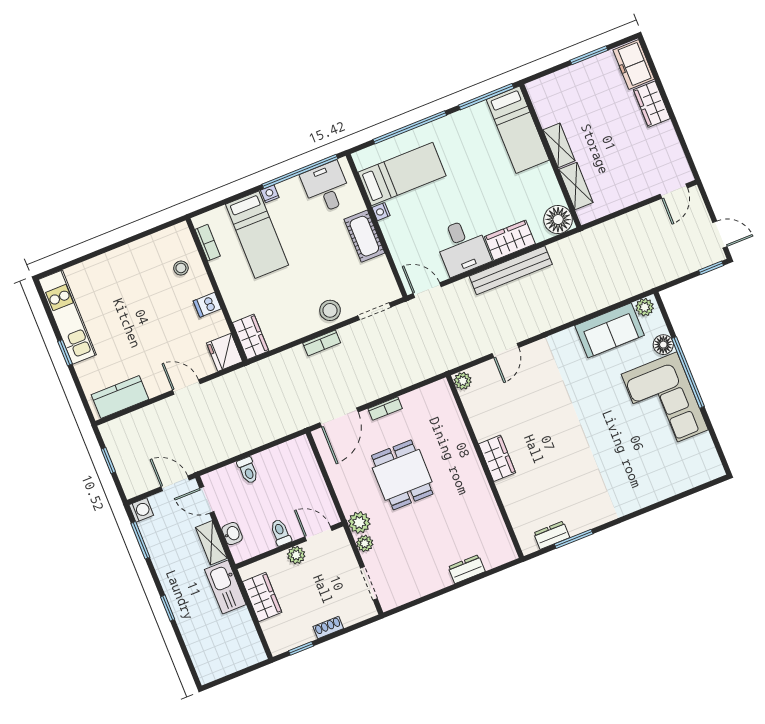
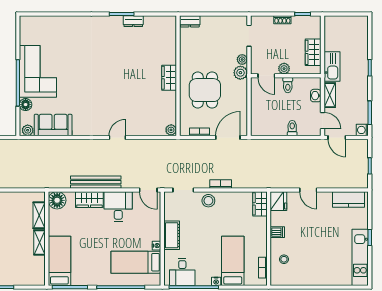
plant: (463, 381) -> (171, 130), moved
wardrobe: (497, 458) -> (169, 78), moved
wall: (485, 467) -> (178, 76), moved

